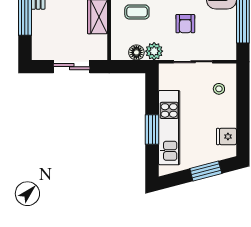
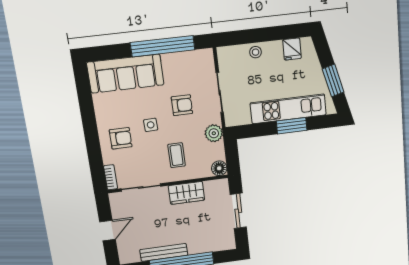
floor lamp: (136, 52) -> (219, 168), moved
stool: (219, 89) -> (256, 52), moved
window: (206, 171) -> (333, 81), moved

